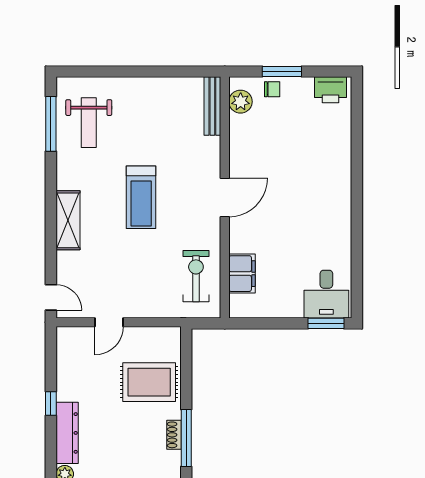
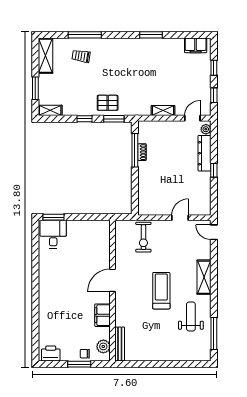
weight bench: (89, 123) -> (191, 316), moved
door: (225, 197) -> (112, 280), moved
filing cabinet: (242, 274) -> (102, 315), moved
exercise bike: (196, 276) -> (143, 237), moved
rug: (149, 382) -> (157, 183), removed

